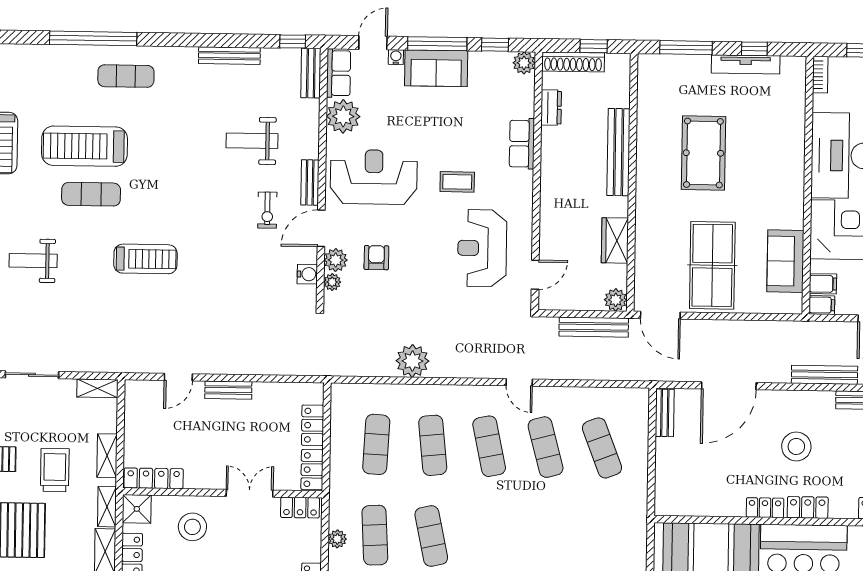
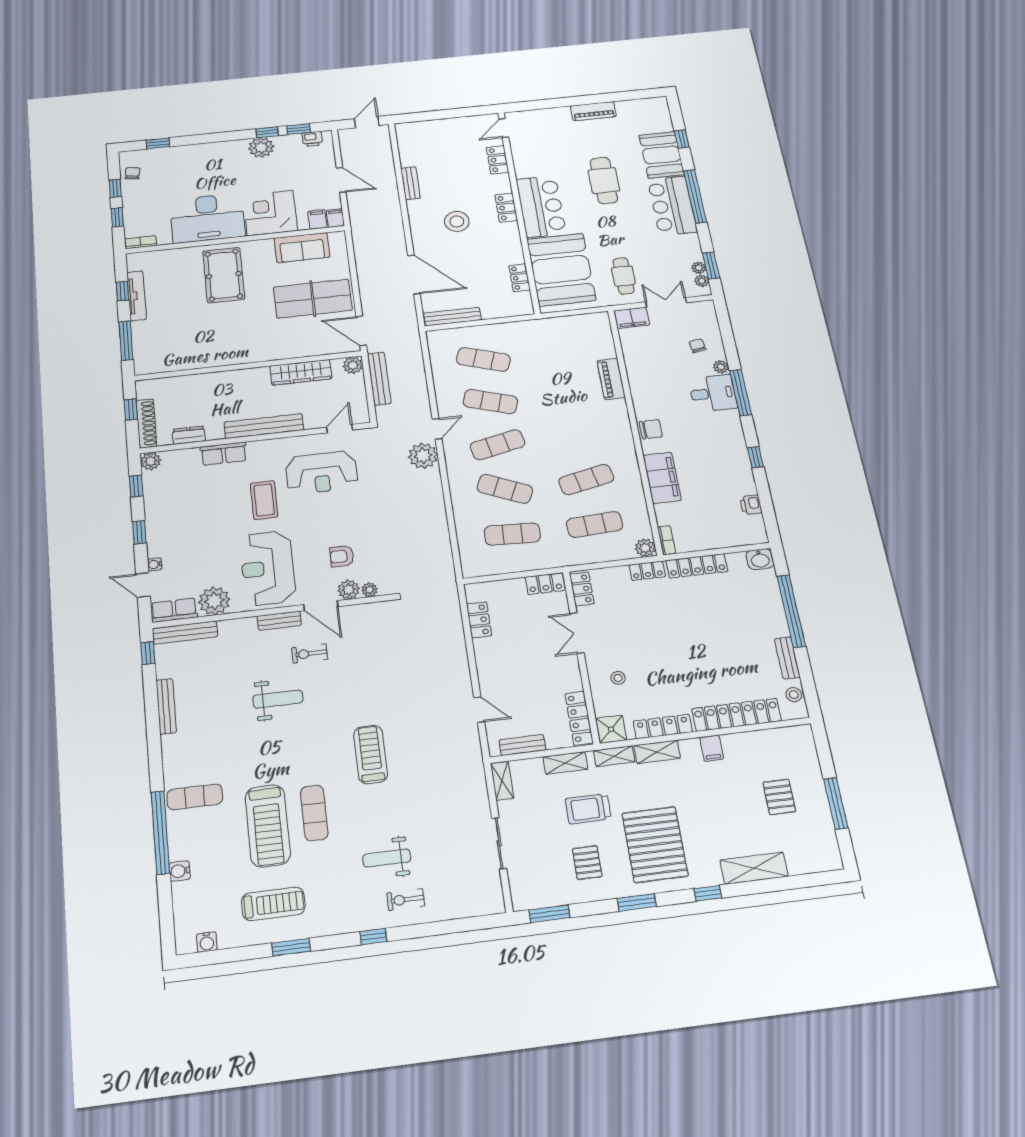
window: (437, 44) -> (139, 532), width x0.46
sofa: (436, 68) -> (162, 530), removed
bench: (311, 73) -> (185, 633), width x1.36
exercise mat: (126, 76) -> (195, 797), turned 90
weight bench: (252, 141) -> (278, 699), moved, turned -90
bench: (619, 152) -> (264, 426), moved
pool table: (703, 153) -> (224, 275), moved, turned 90
coffee table: (457, 182) -> (264, 500), width x1.36, depth x1.30
exercise bike: (267, 210) -> (310, 654), turned 180
wardrobe: (615, 240) -> (301, 372), width x1.50
weight bench: (33, 261) -> (387, 858), turned 90
water cooler: (307, 274) -> (180, 871), moved, turned -90
door: (535, 275) -> (339, 429), hinge flipped
door: (660, 315) -> (361, 331), swing flipped
plant: (412, 361) -> (423, 456), moved
bench: (824, 375) -> (393, 209), removed
bench: (228, 390) -> (522, 745), moved, turned 90
bench: (665, 413) -> (452, 317), width x1.36
locker: (313, 425) -> (479, 620), moved, turned -90
exercise mat: (433, 445) -> (505, 489), turned 30
exercise mat: (546, 447) -> (490, 402), turned 33
exercise mat: (602, 448) -> (483, 359), turned 39
locker: (765, 508) -> (520, 278), moved
stool: (192, 527) -> (618, 678), width x0.53, depth x0.53
plant: (337, 539) -> (604, 554), removed

